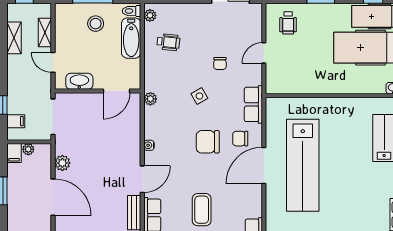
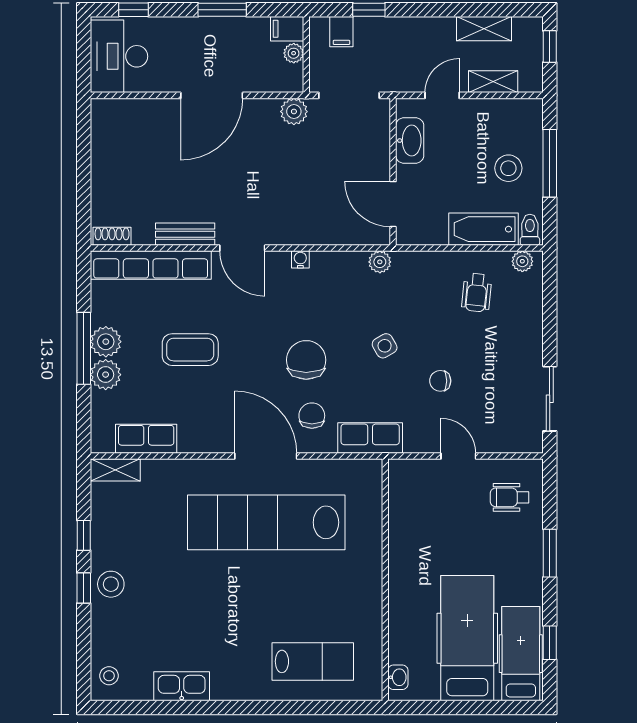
plant: (62, 163) -> (294, 112), moved

